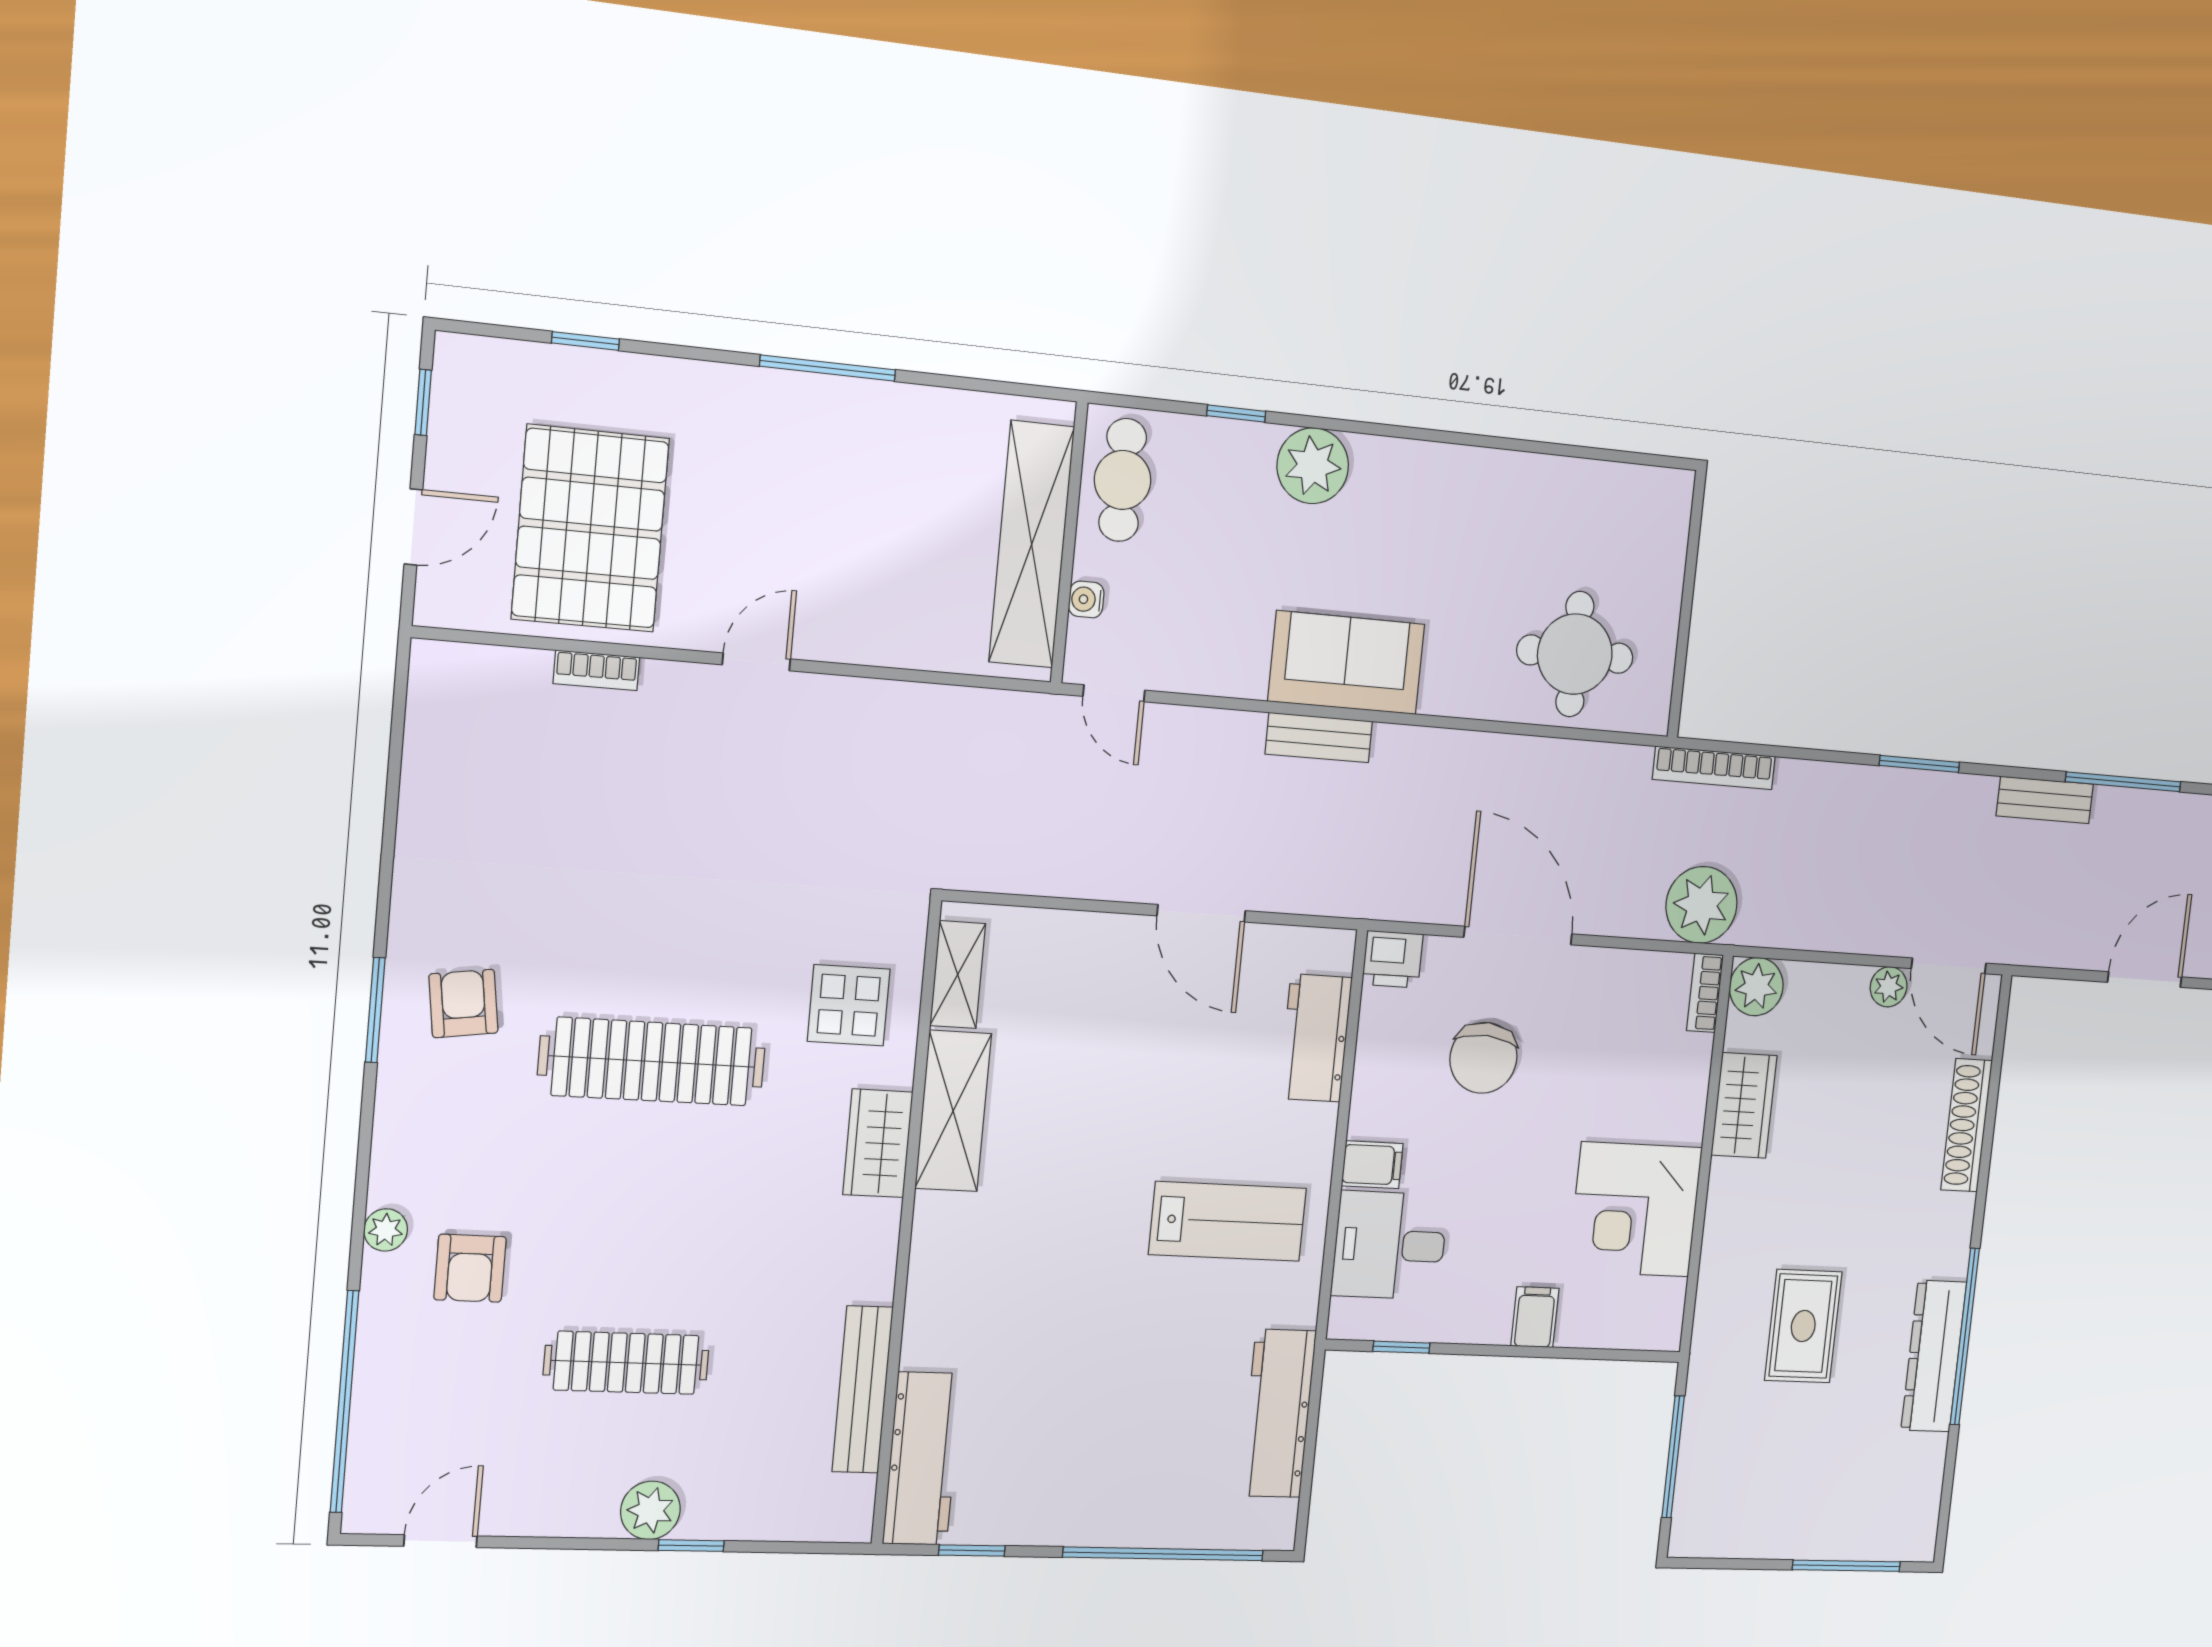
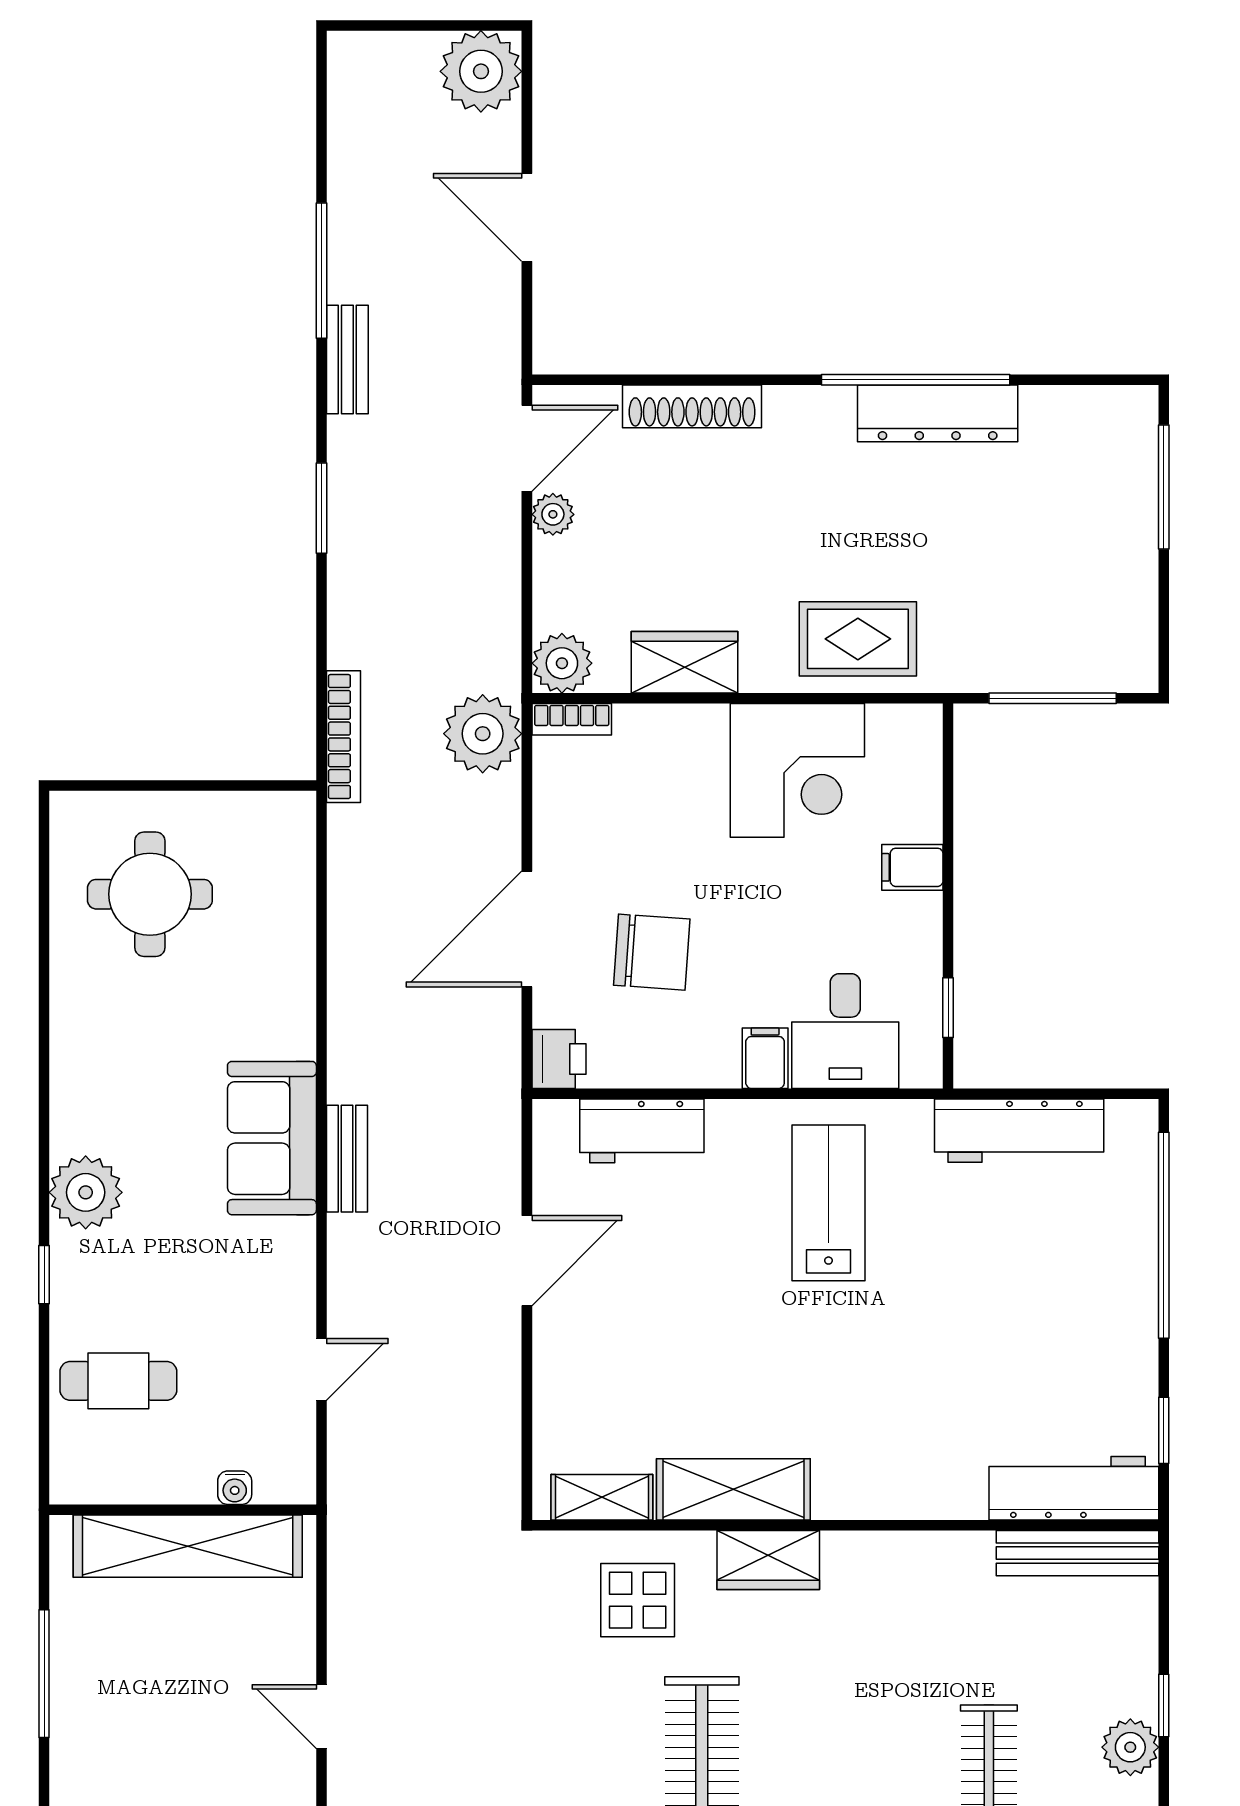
wall: (1069, 543) -> (183, 1510), moved
shelving: (1032, 544) -> (188, 1546), moved
water cooler: (1086, 599) -> (235, 1488), moved
round table: (1575, 654) -> (150, 894), moved
rug: (1803, 1326) -> (858, 639), moved
bench: (863, 1389) -> (1077, 1553), moved

